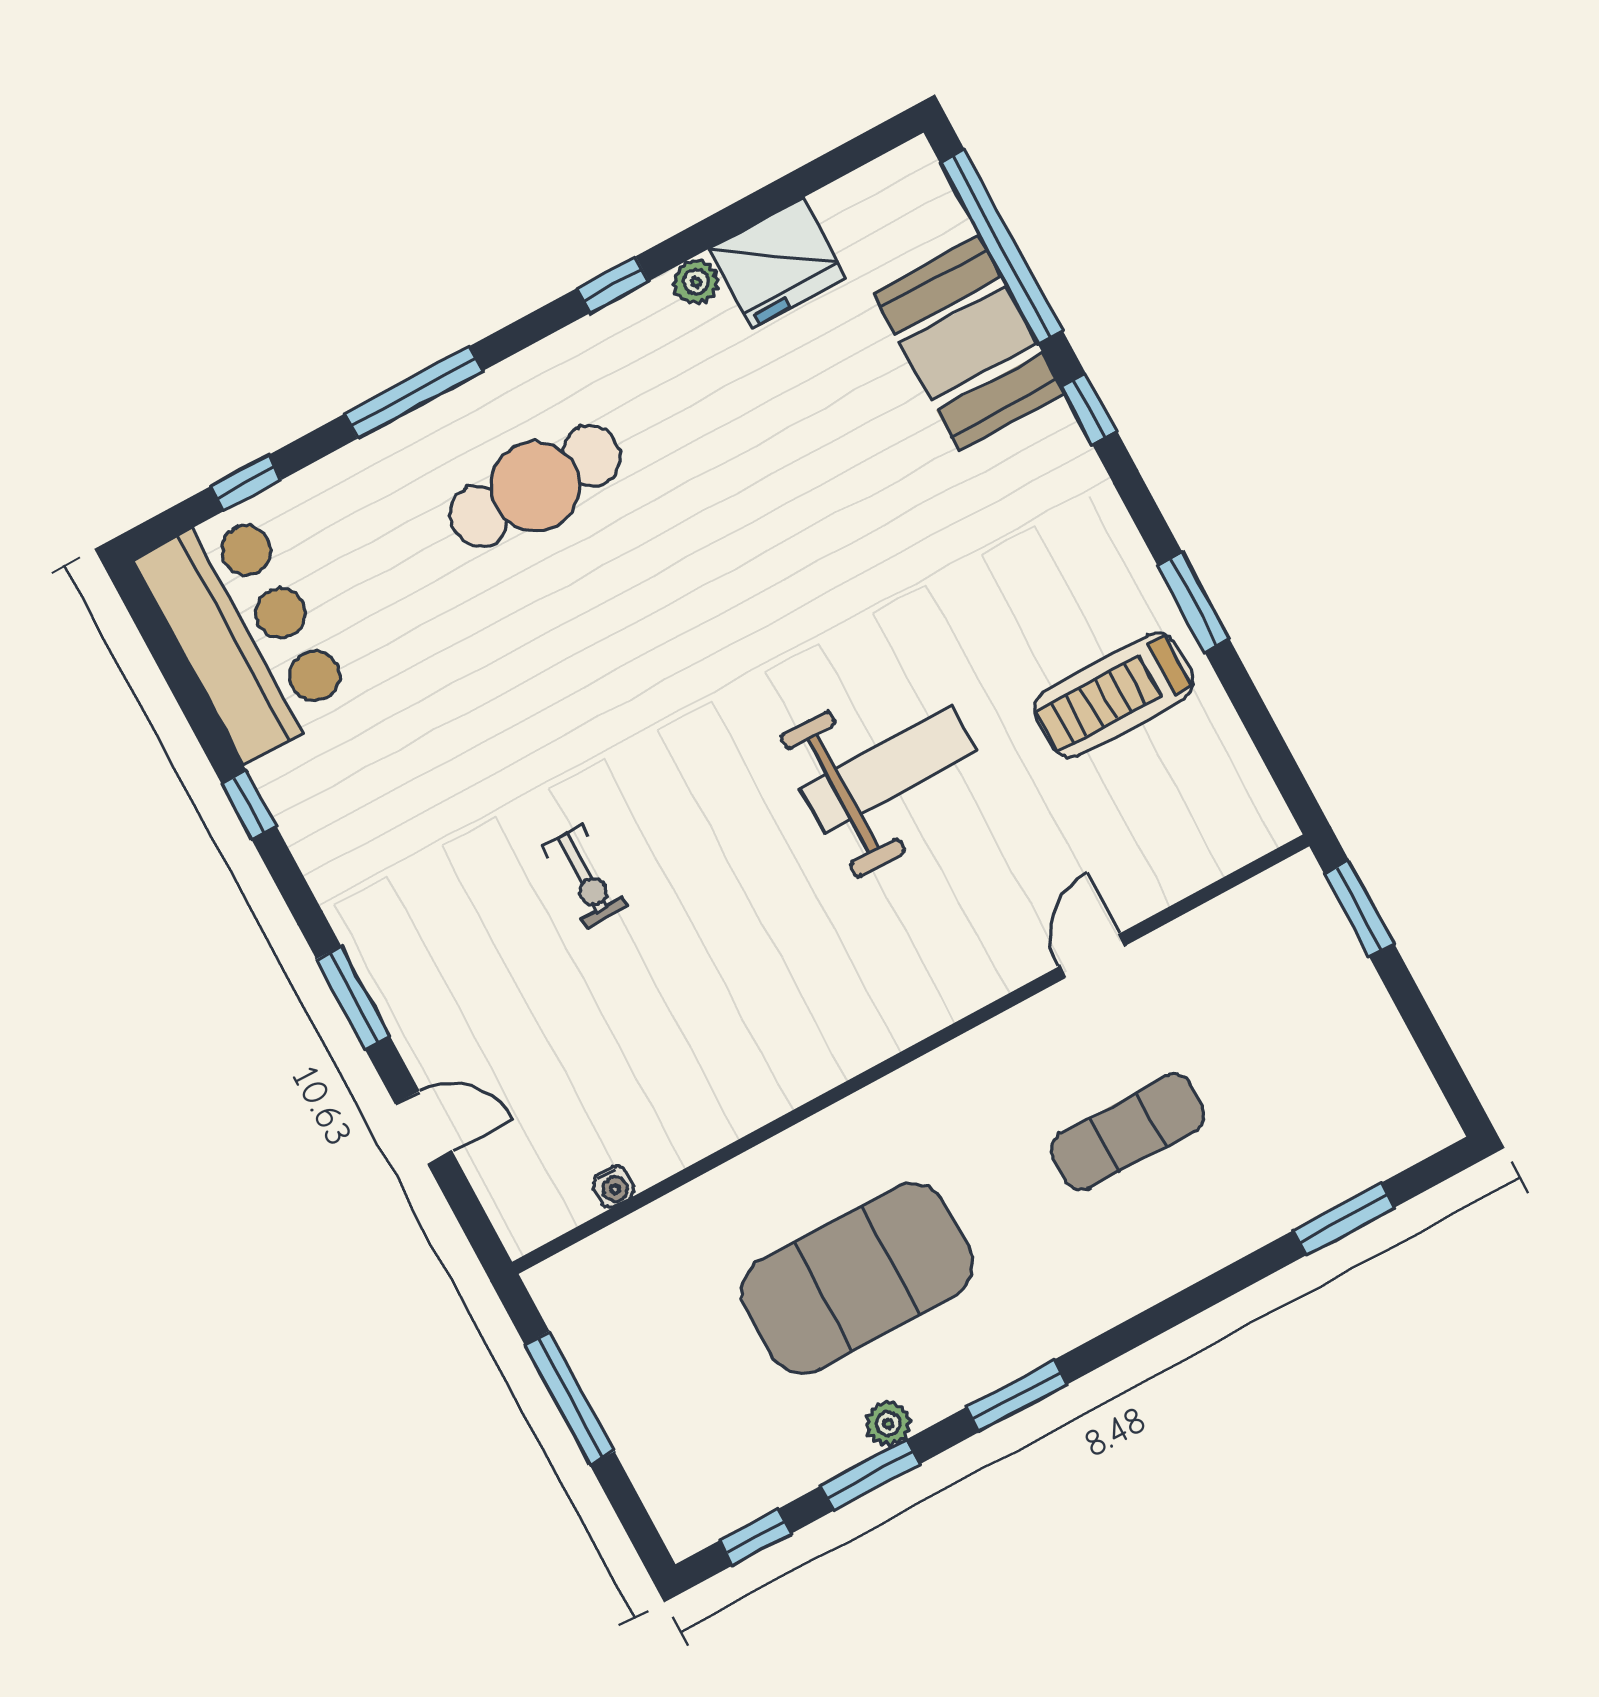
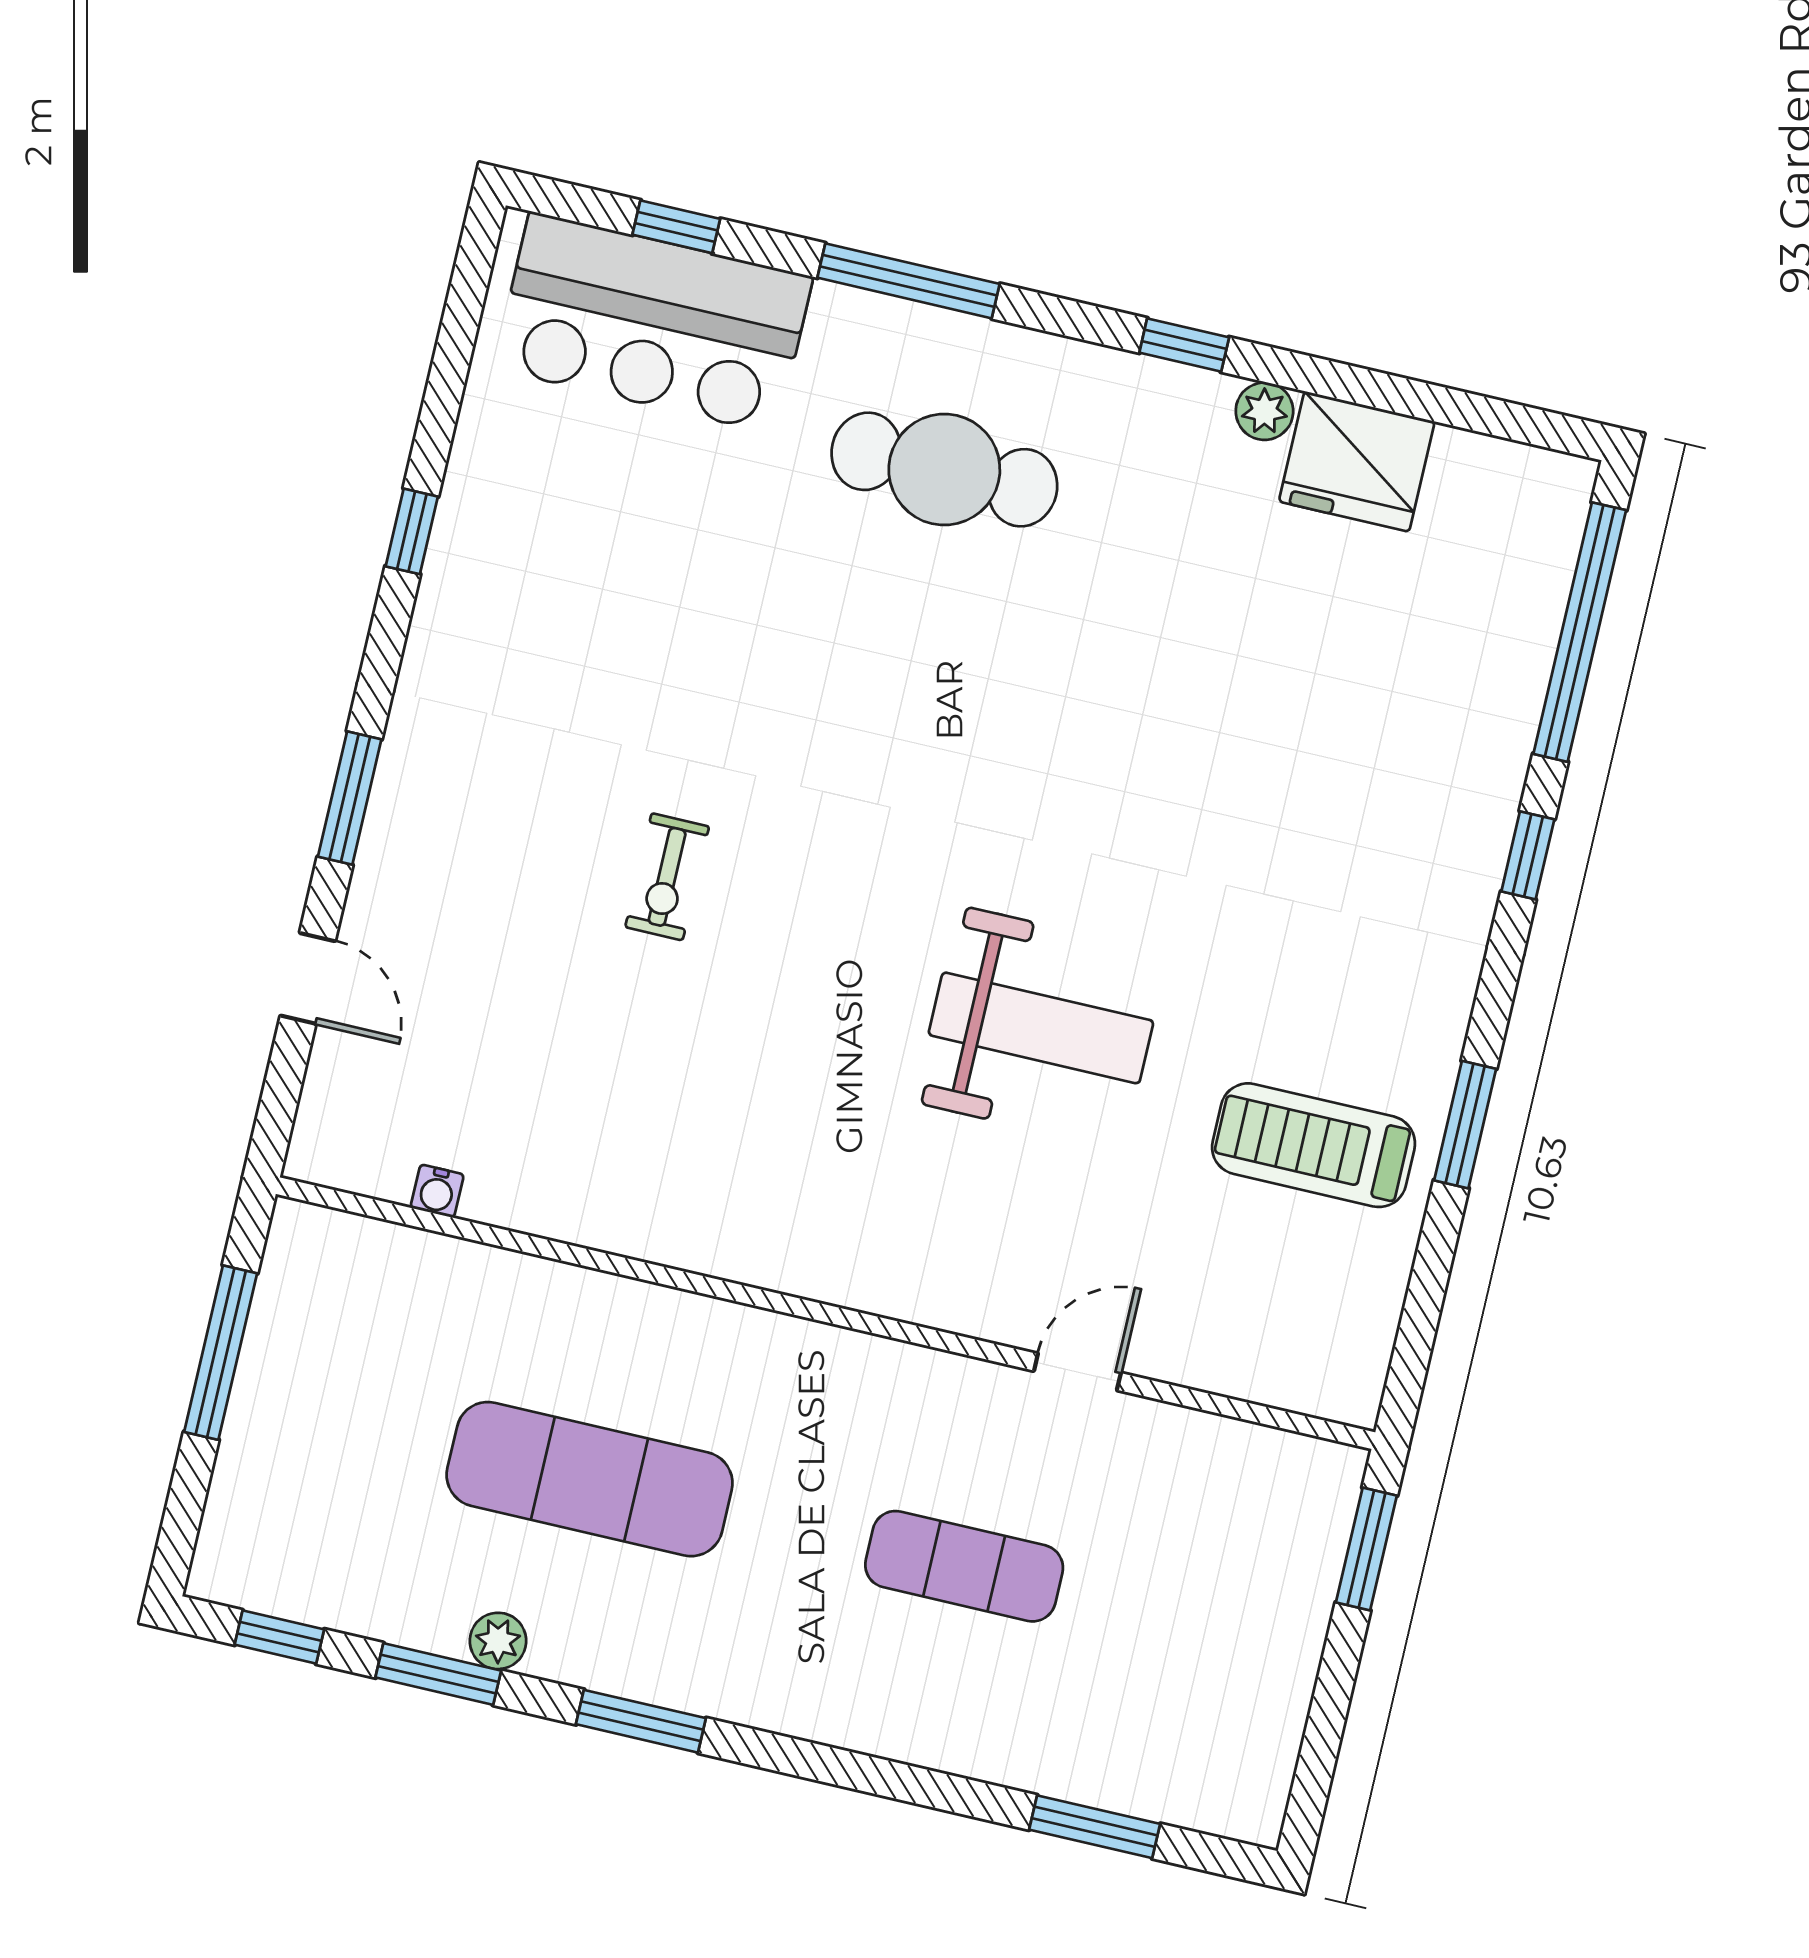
booth: (969, 343) -> (1469, 695), removed
bar counter: (245, 632) -> (653, 323), moved, turned 90
exercise mat: (857, 1278) -> (590, 1479), width x0.68

